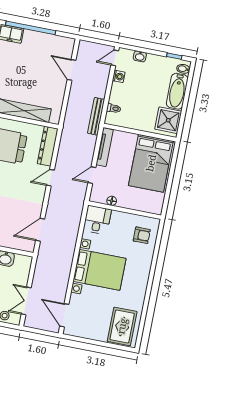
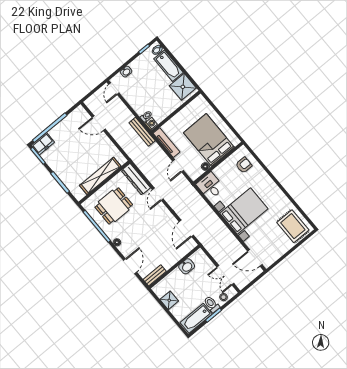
washing machine: (119, 76) -> (151, 124), moved
bed: (151, 163) -> (209, 140), moved, turned 180

